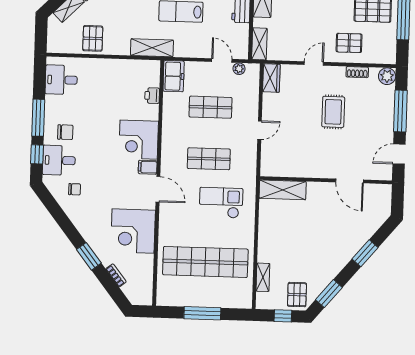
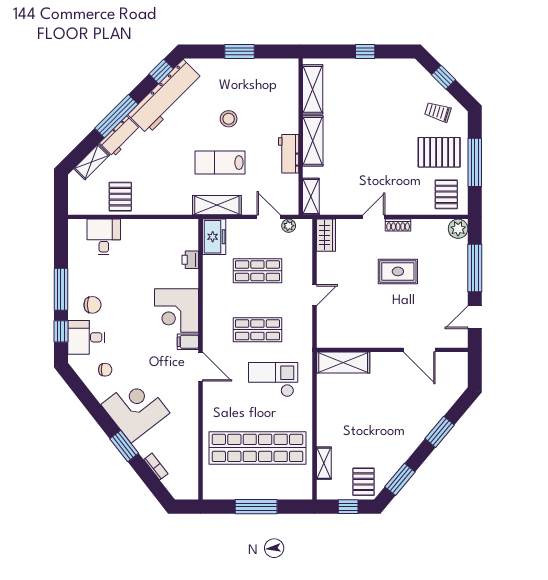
pallet: (349, 43) -> (446, 194), moved, turned 90
shelving: (152, 48) -> (217, 205), moved
shoe rack: (357, 72) -> (398, 225), moved
desk: (61, 80) -> (104, 237), moved, turned 90
rug: (333, 112) -> (398, 271), turned 90
corner desk: (133, 231) -> (135, 409), moved, turned 142

